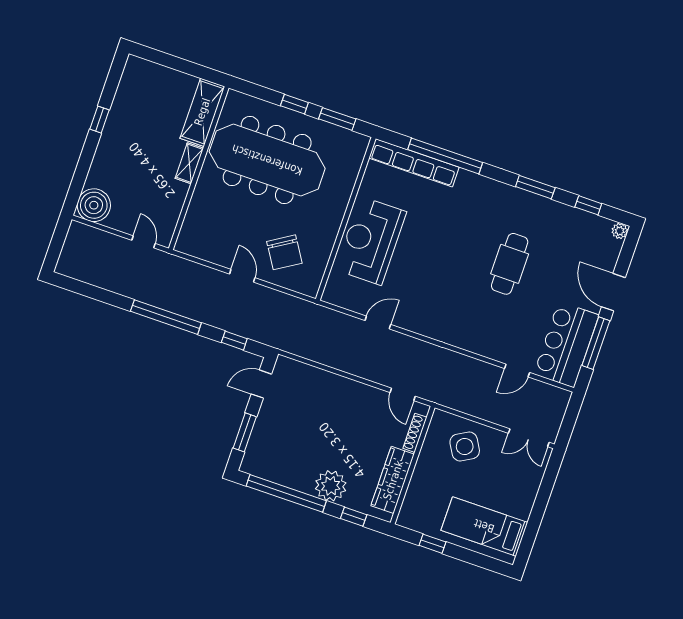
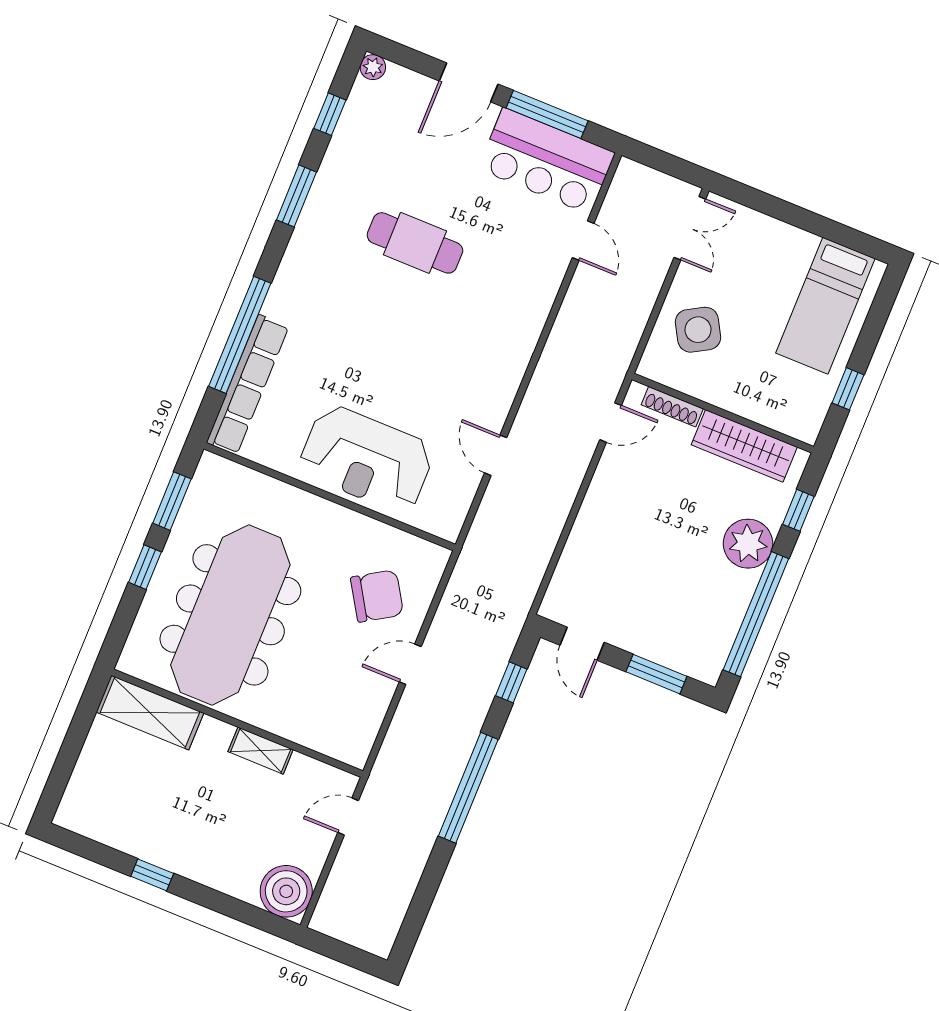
shelving: (189, 163) -> (261, 751), moved

